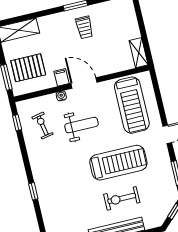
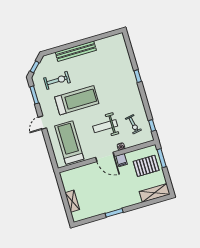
trolley: (84, 27) -> (107, 197), removed
shelving: (139, 53) -> (72, 201), moved
treadmill: (118, 163) -> (77, 100), turned 180
exercise bike: (122, 198) -> (57, 80), moved

